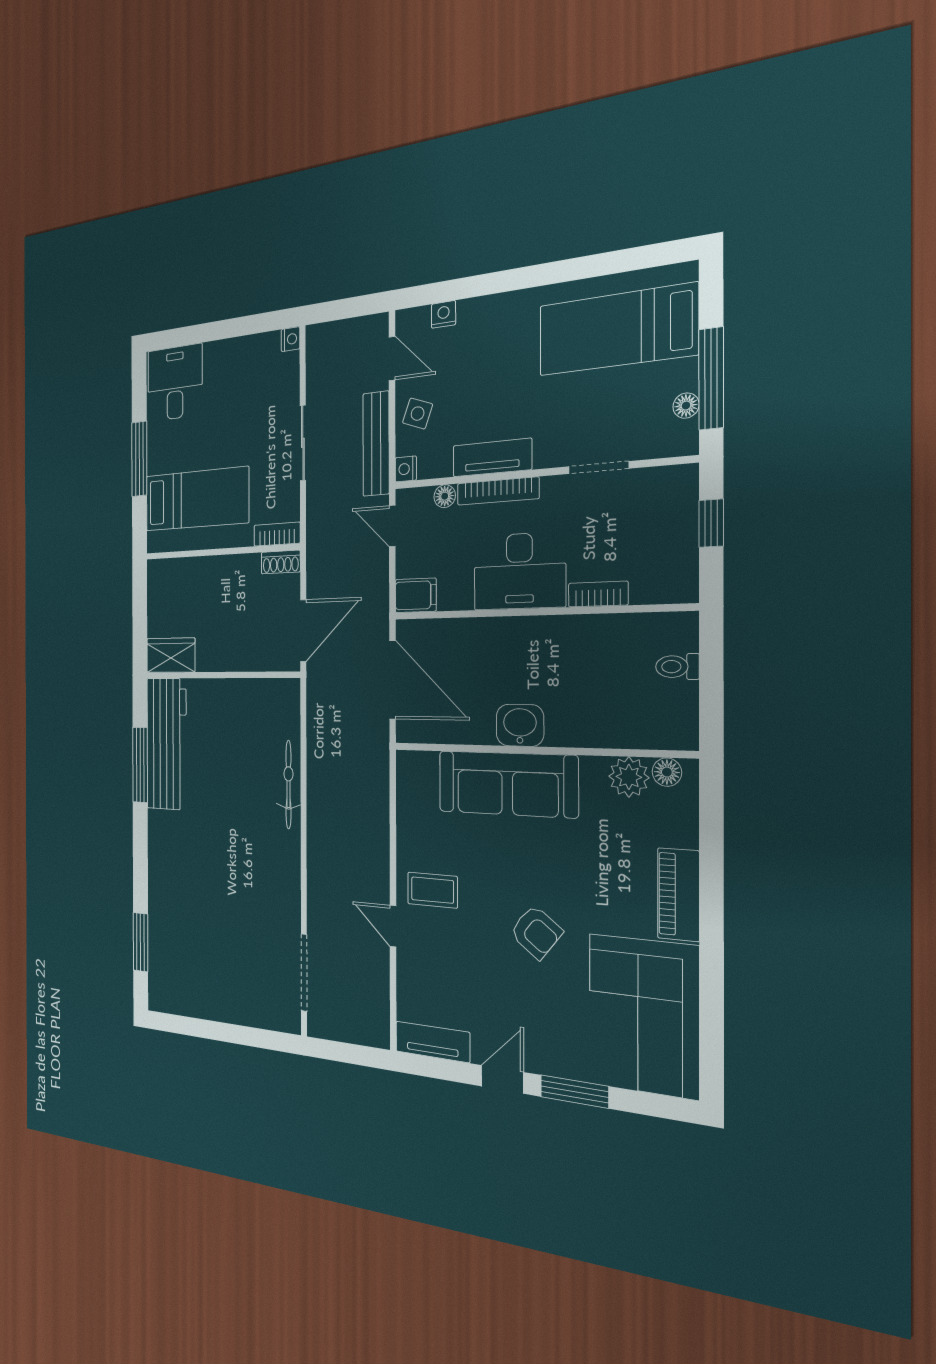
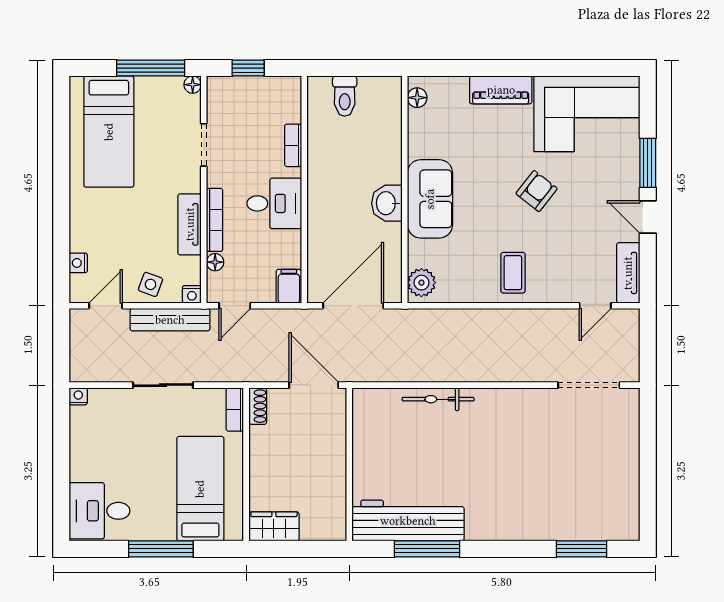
floor lamp: (686, 406) -> (193, 85), moved
desk: (519, 571) -> (274, 203), width x0.73
wardrobe: (171, 655) -> (274, 526), moved, turned 90
toilet: (677, 667) -> (345, 96), width x1.37, depth x1.39
plant: (629, 777) -> (421, 283), moved
sofa: (507, 784) -> (430, 199), width x0.73
door: (393, 926) -> (595, 306), moved

